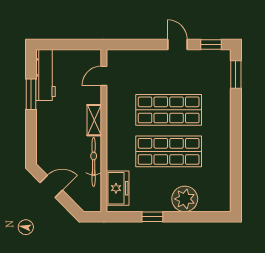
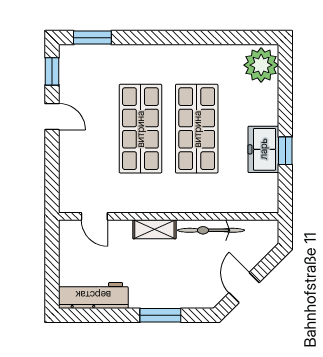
door: (178, 45) -> (52, 117), swing flipped
window: (31, 94) -> (160, 315), moved
freezer: (118, 188) -> (263, 149), moved, turned -90
plant: (185, 199) -> (261, 65), moved

